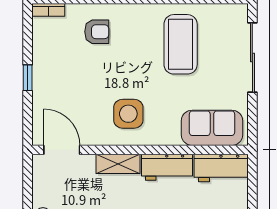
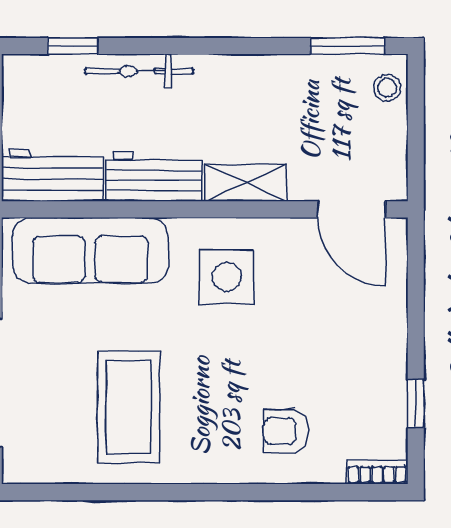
window: (28, 78) -> (416, 404), moved
sofa: (212, 128) -> (90, 250), width x1.36

